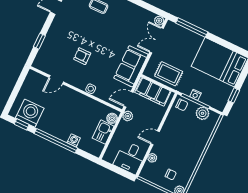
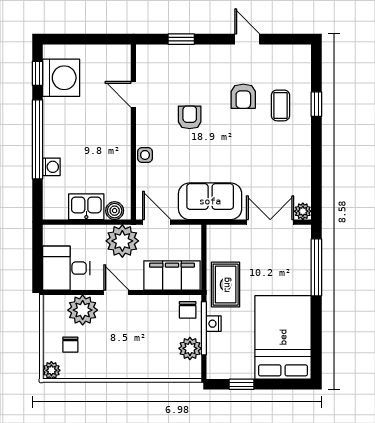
armchair: (85, 23) -> (243, 96), added
rug: (169, 74) -> (226, 285), moved
filing cabinet: (153, 92) -> (172, 275), moved, turned 90
plant: (128, 116) -> (122, 241), width x1.87, depth x1.87
plant: (152, 158) -> (83, 310), width x1.87, depth x1.87

